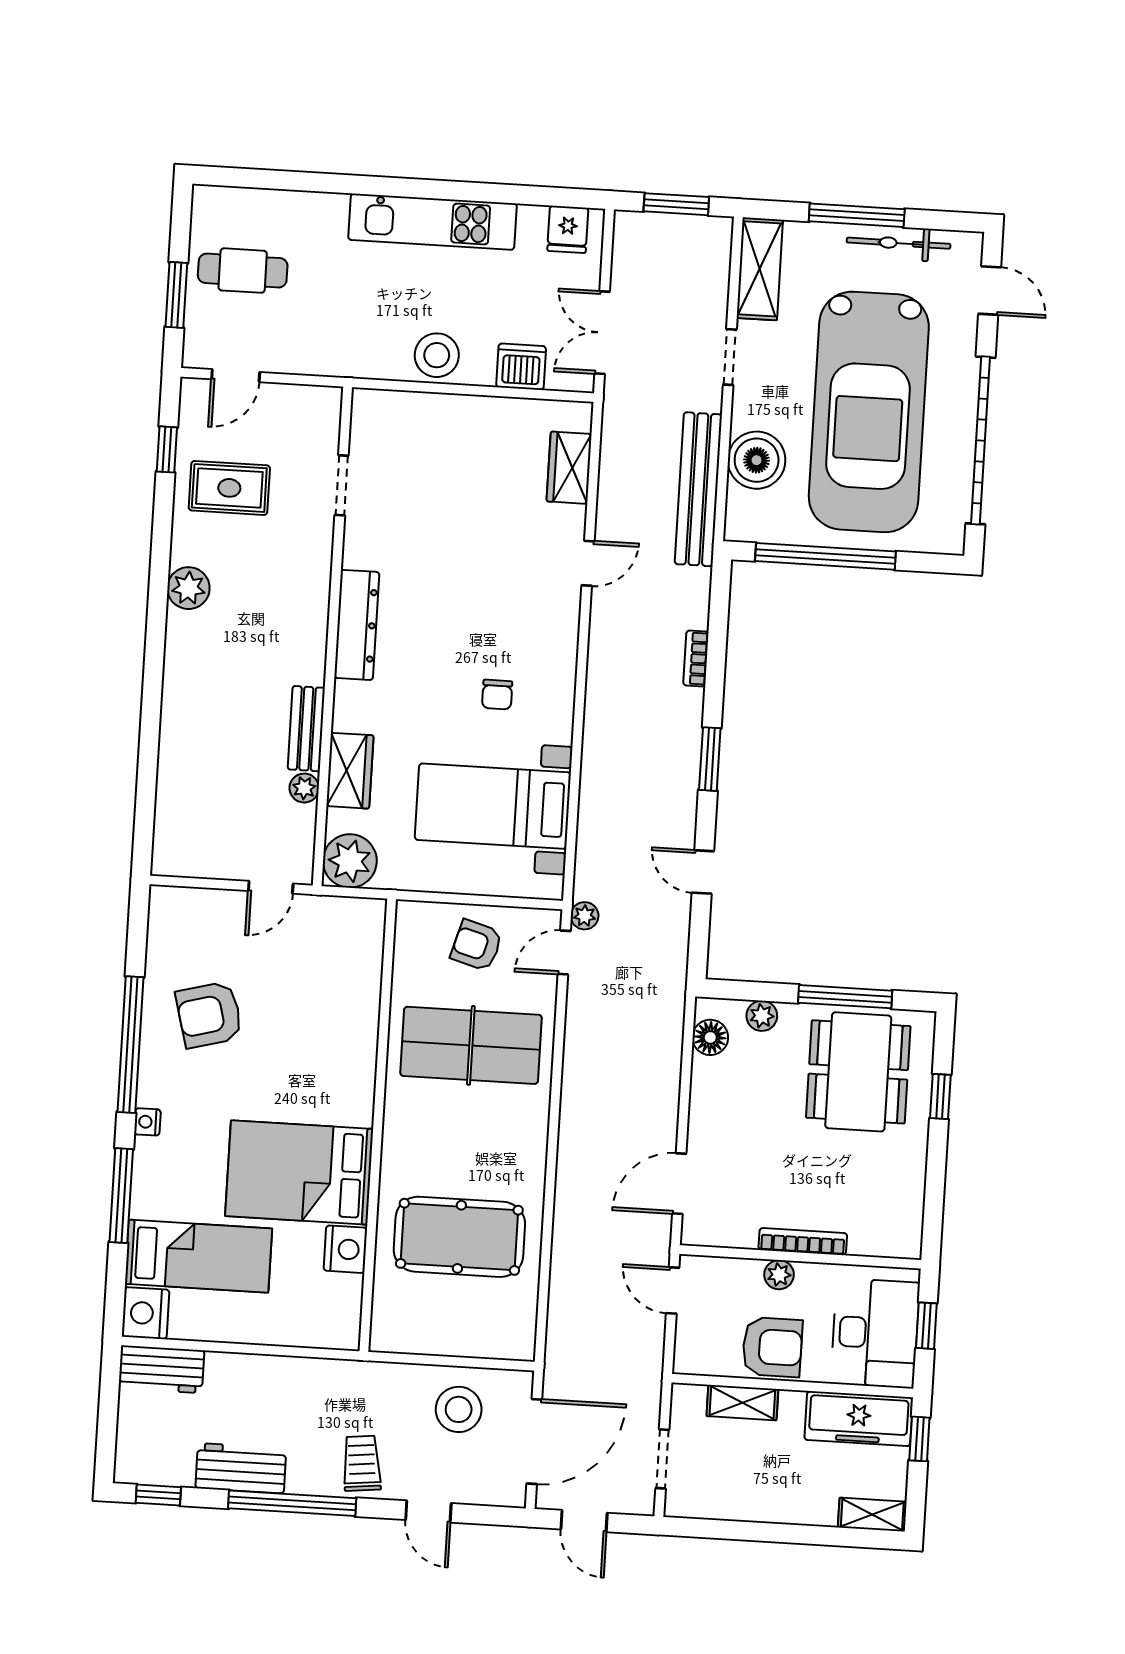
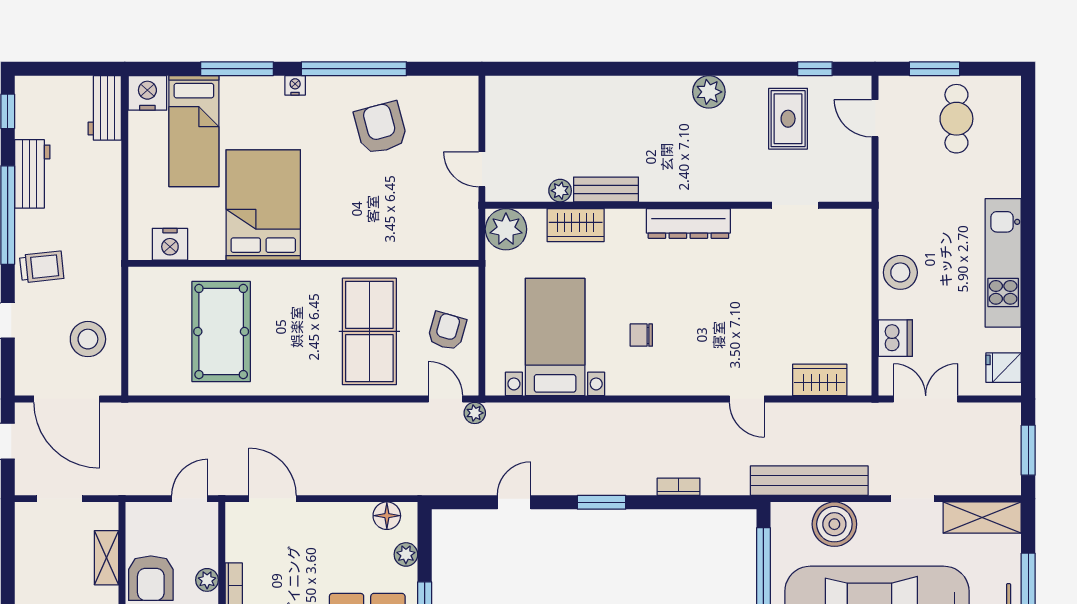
nightstand: (345, 1249) -> (170, 244), moved

